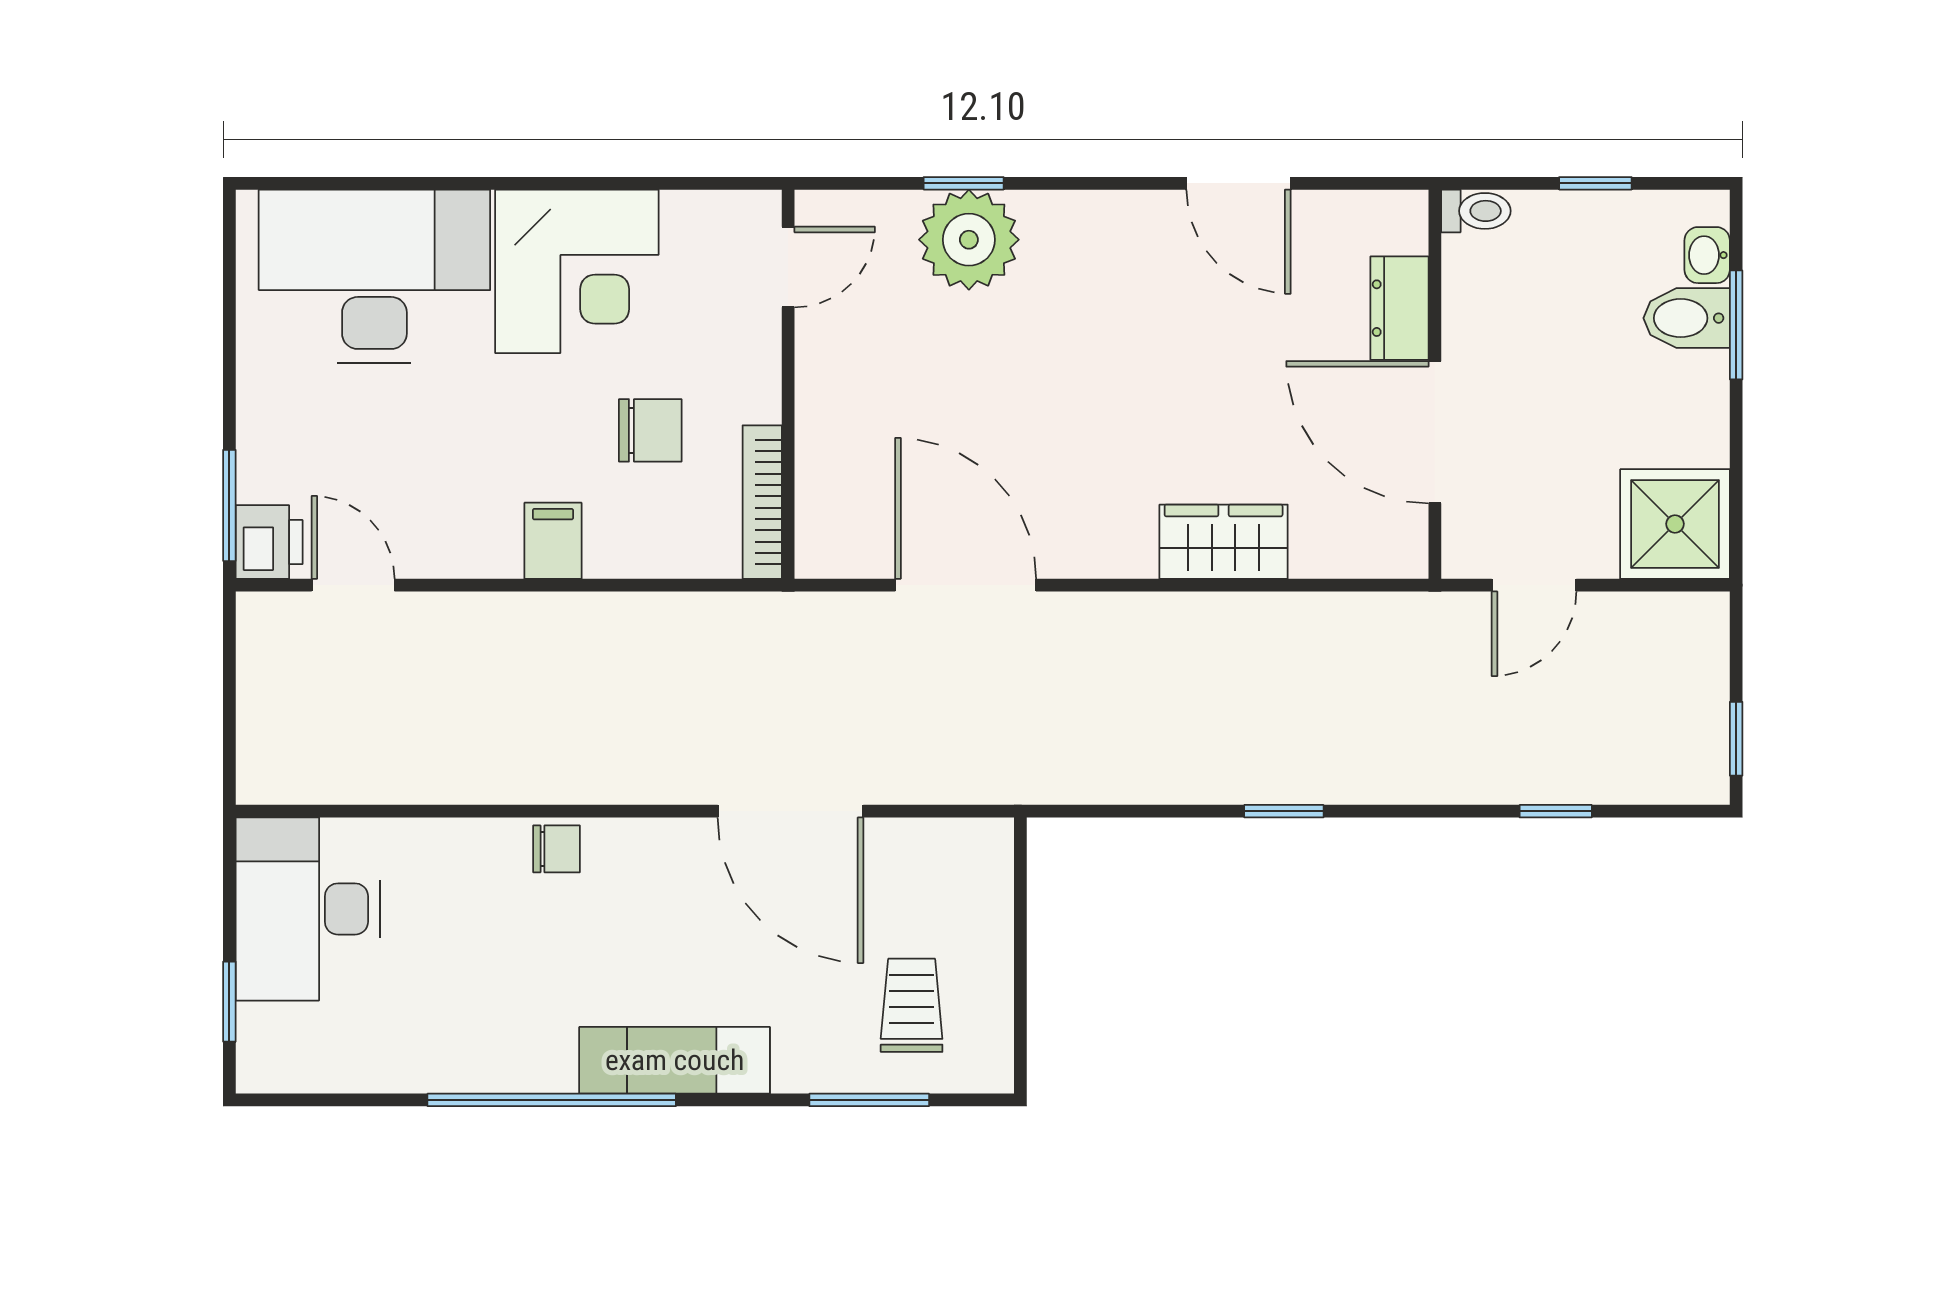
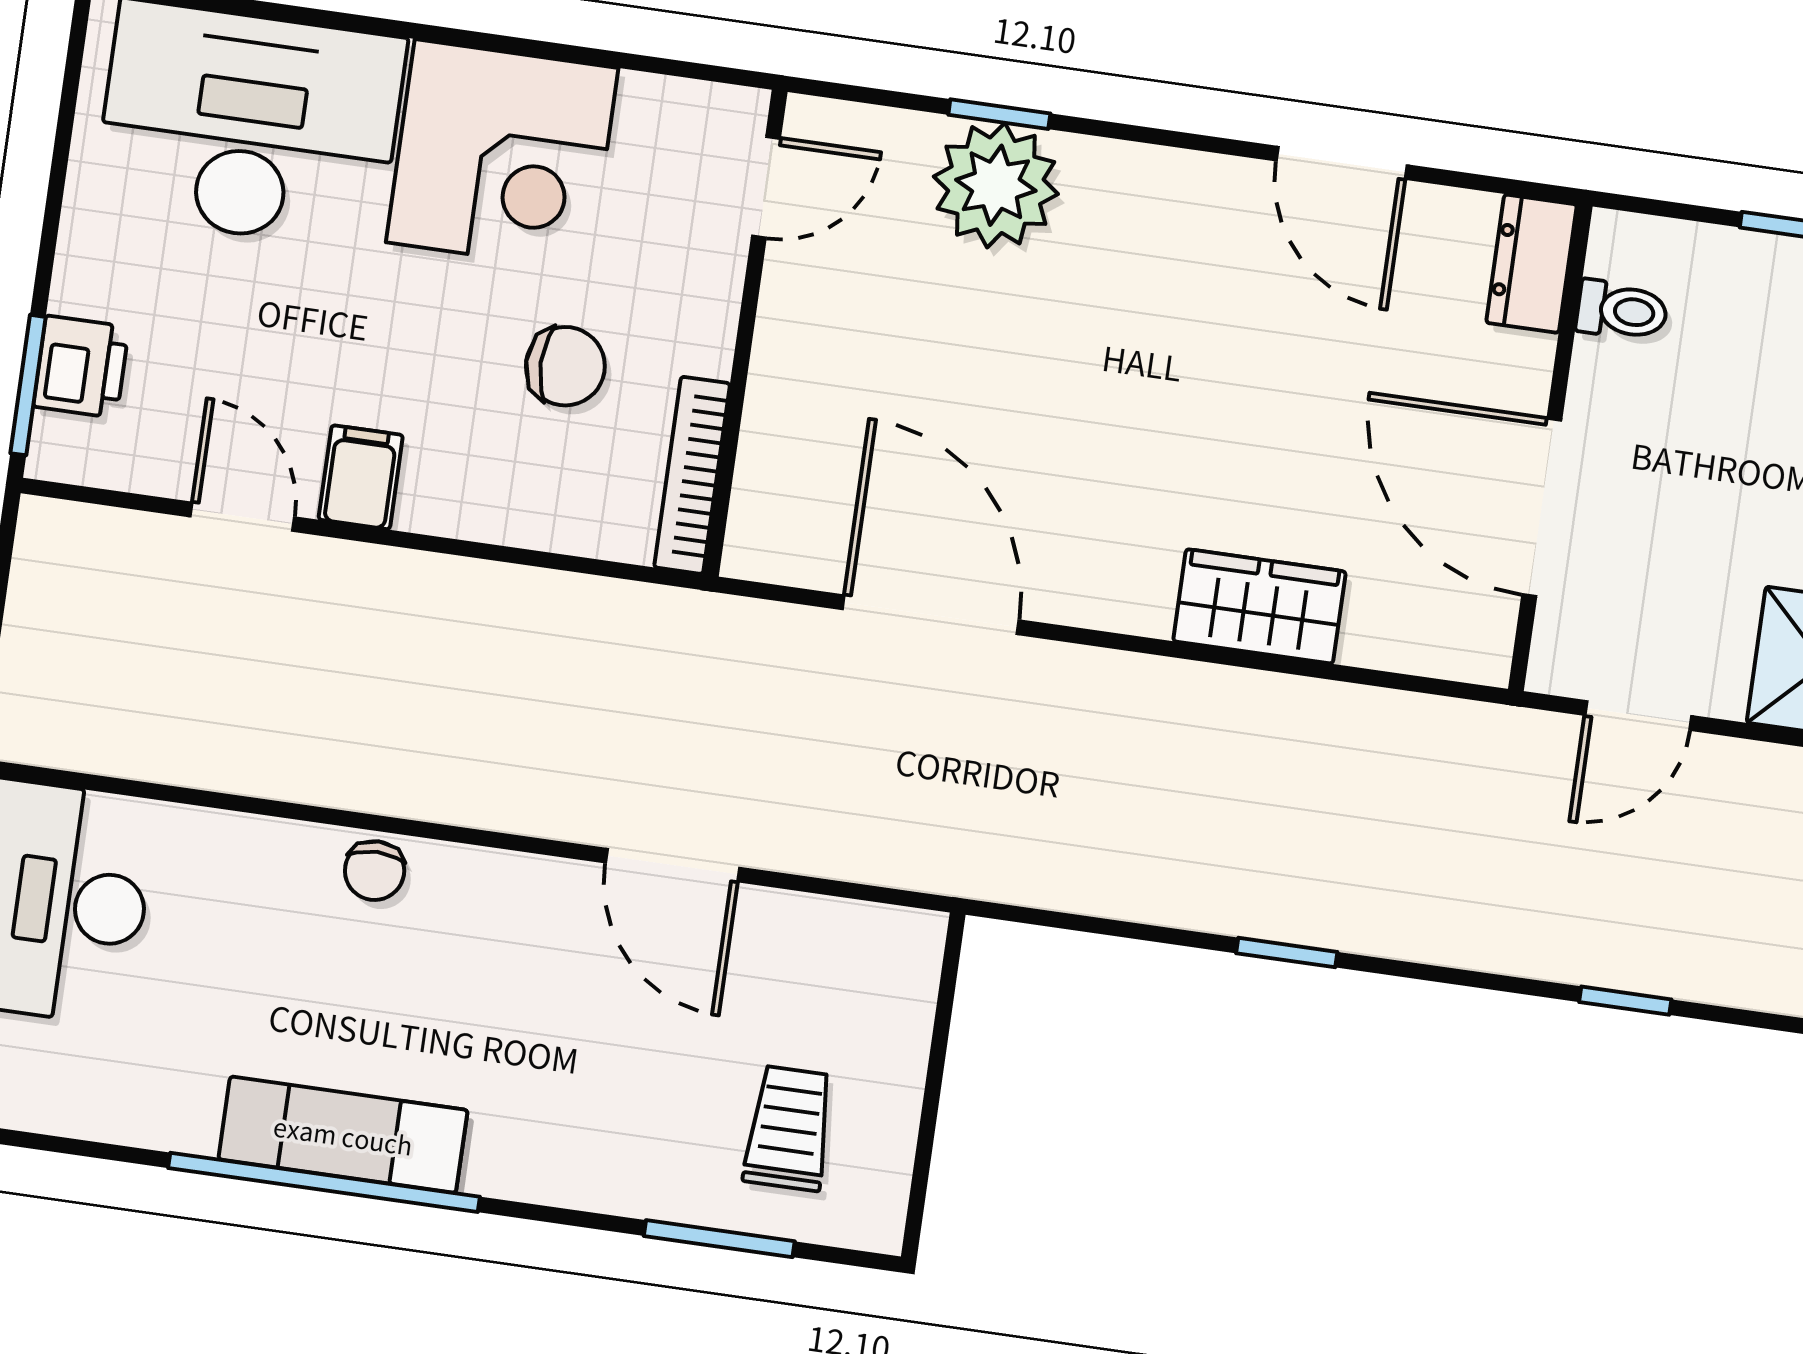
toilet: (1476, 211) -> (1622, 310), moved
dresser: (1399, 308) -> (1532, 264), moved
filing cabinet: (553, 541) -> (361, 477), moved
printer: (269, 542) -> (81, 367), moved
door: (353, 585) -> (242, 517), moved
door: (790, 811) -> (672, 865), width x0.73
chair: (557, 849) -> (375, 871), turned 90
exam couch: (675, 1060) -> (343, 1135), moved

